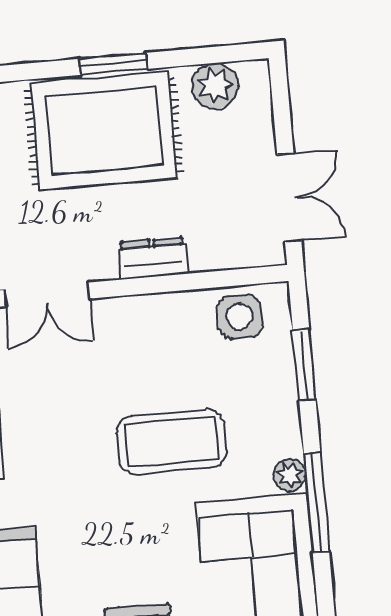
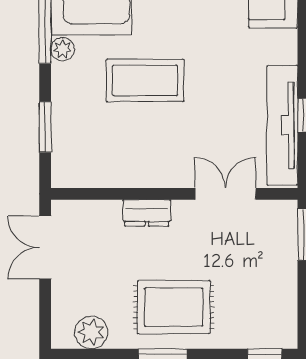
rug: (104, 131) -> (174, 307), width x0.73, depth x0.69
side table: (240, 316) -> (88, 166), removed

